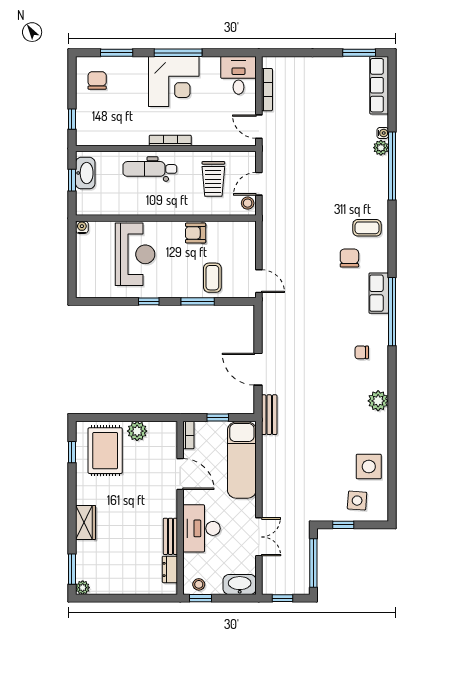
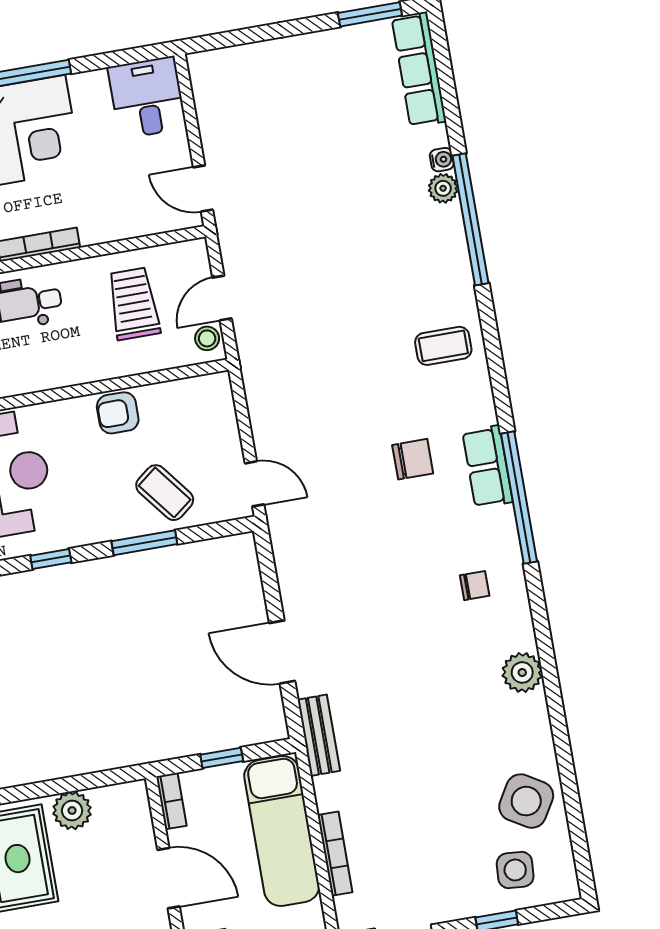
bookcase: (267, 90) -> (335, 854), moved
trolley: (213, 179) -> (134, 304), turned 180
chair: (349, 258) -> (413, 459), moved, turned 90
coffee table: (212, 278) -> (165, 493), turned -38
chair: (362, 352) -> (475, 586), turned 180
side table: (369, 467) -> (526, 801), turned 31

